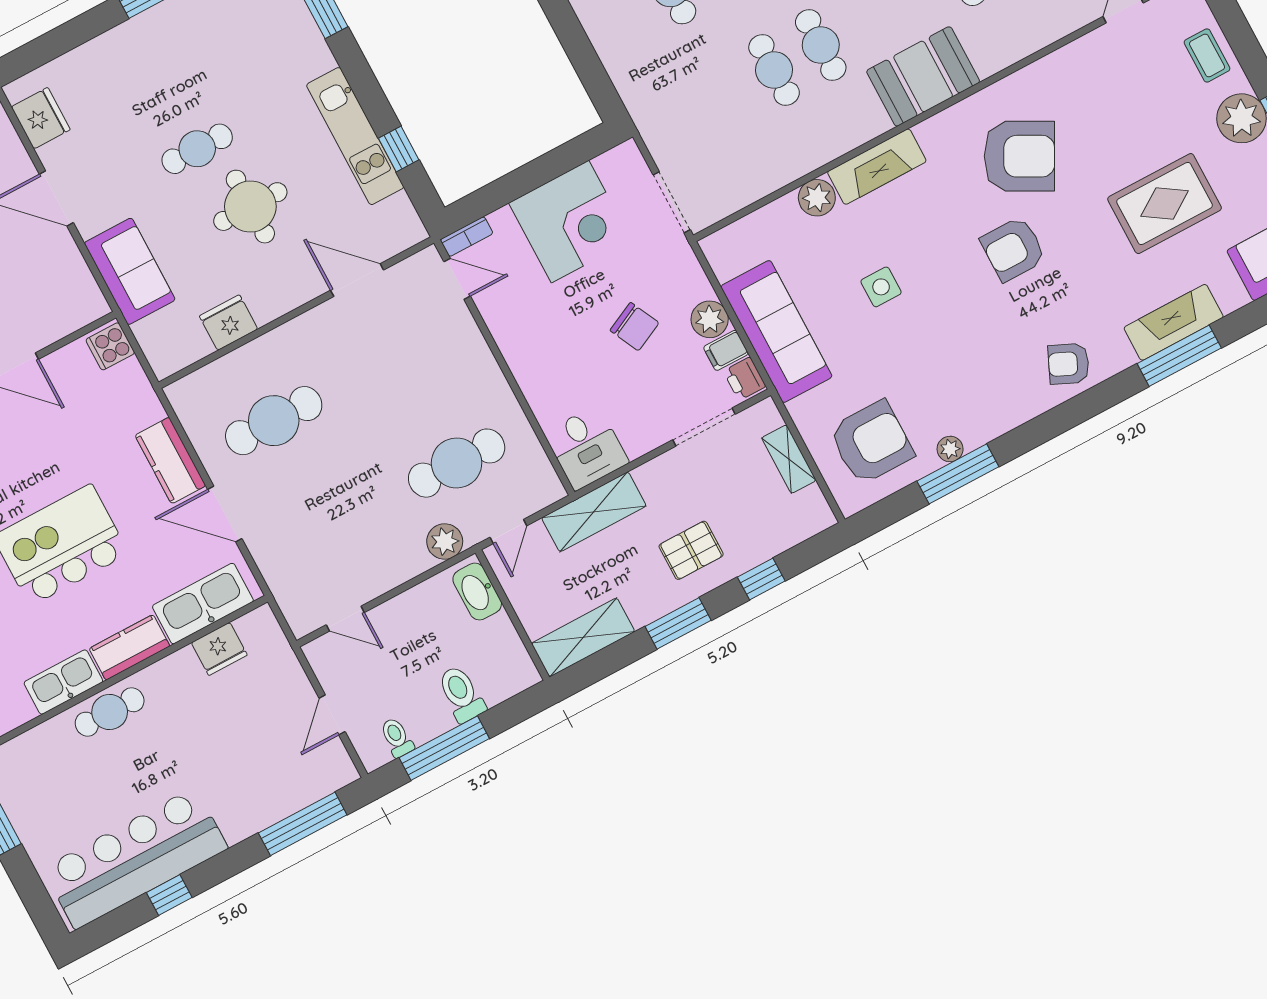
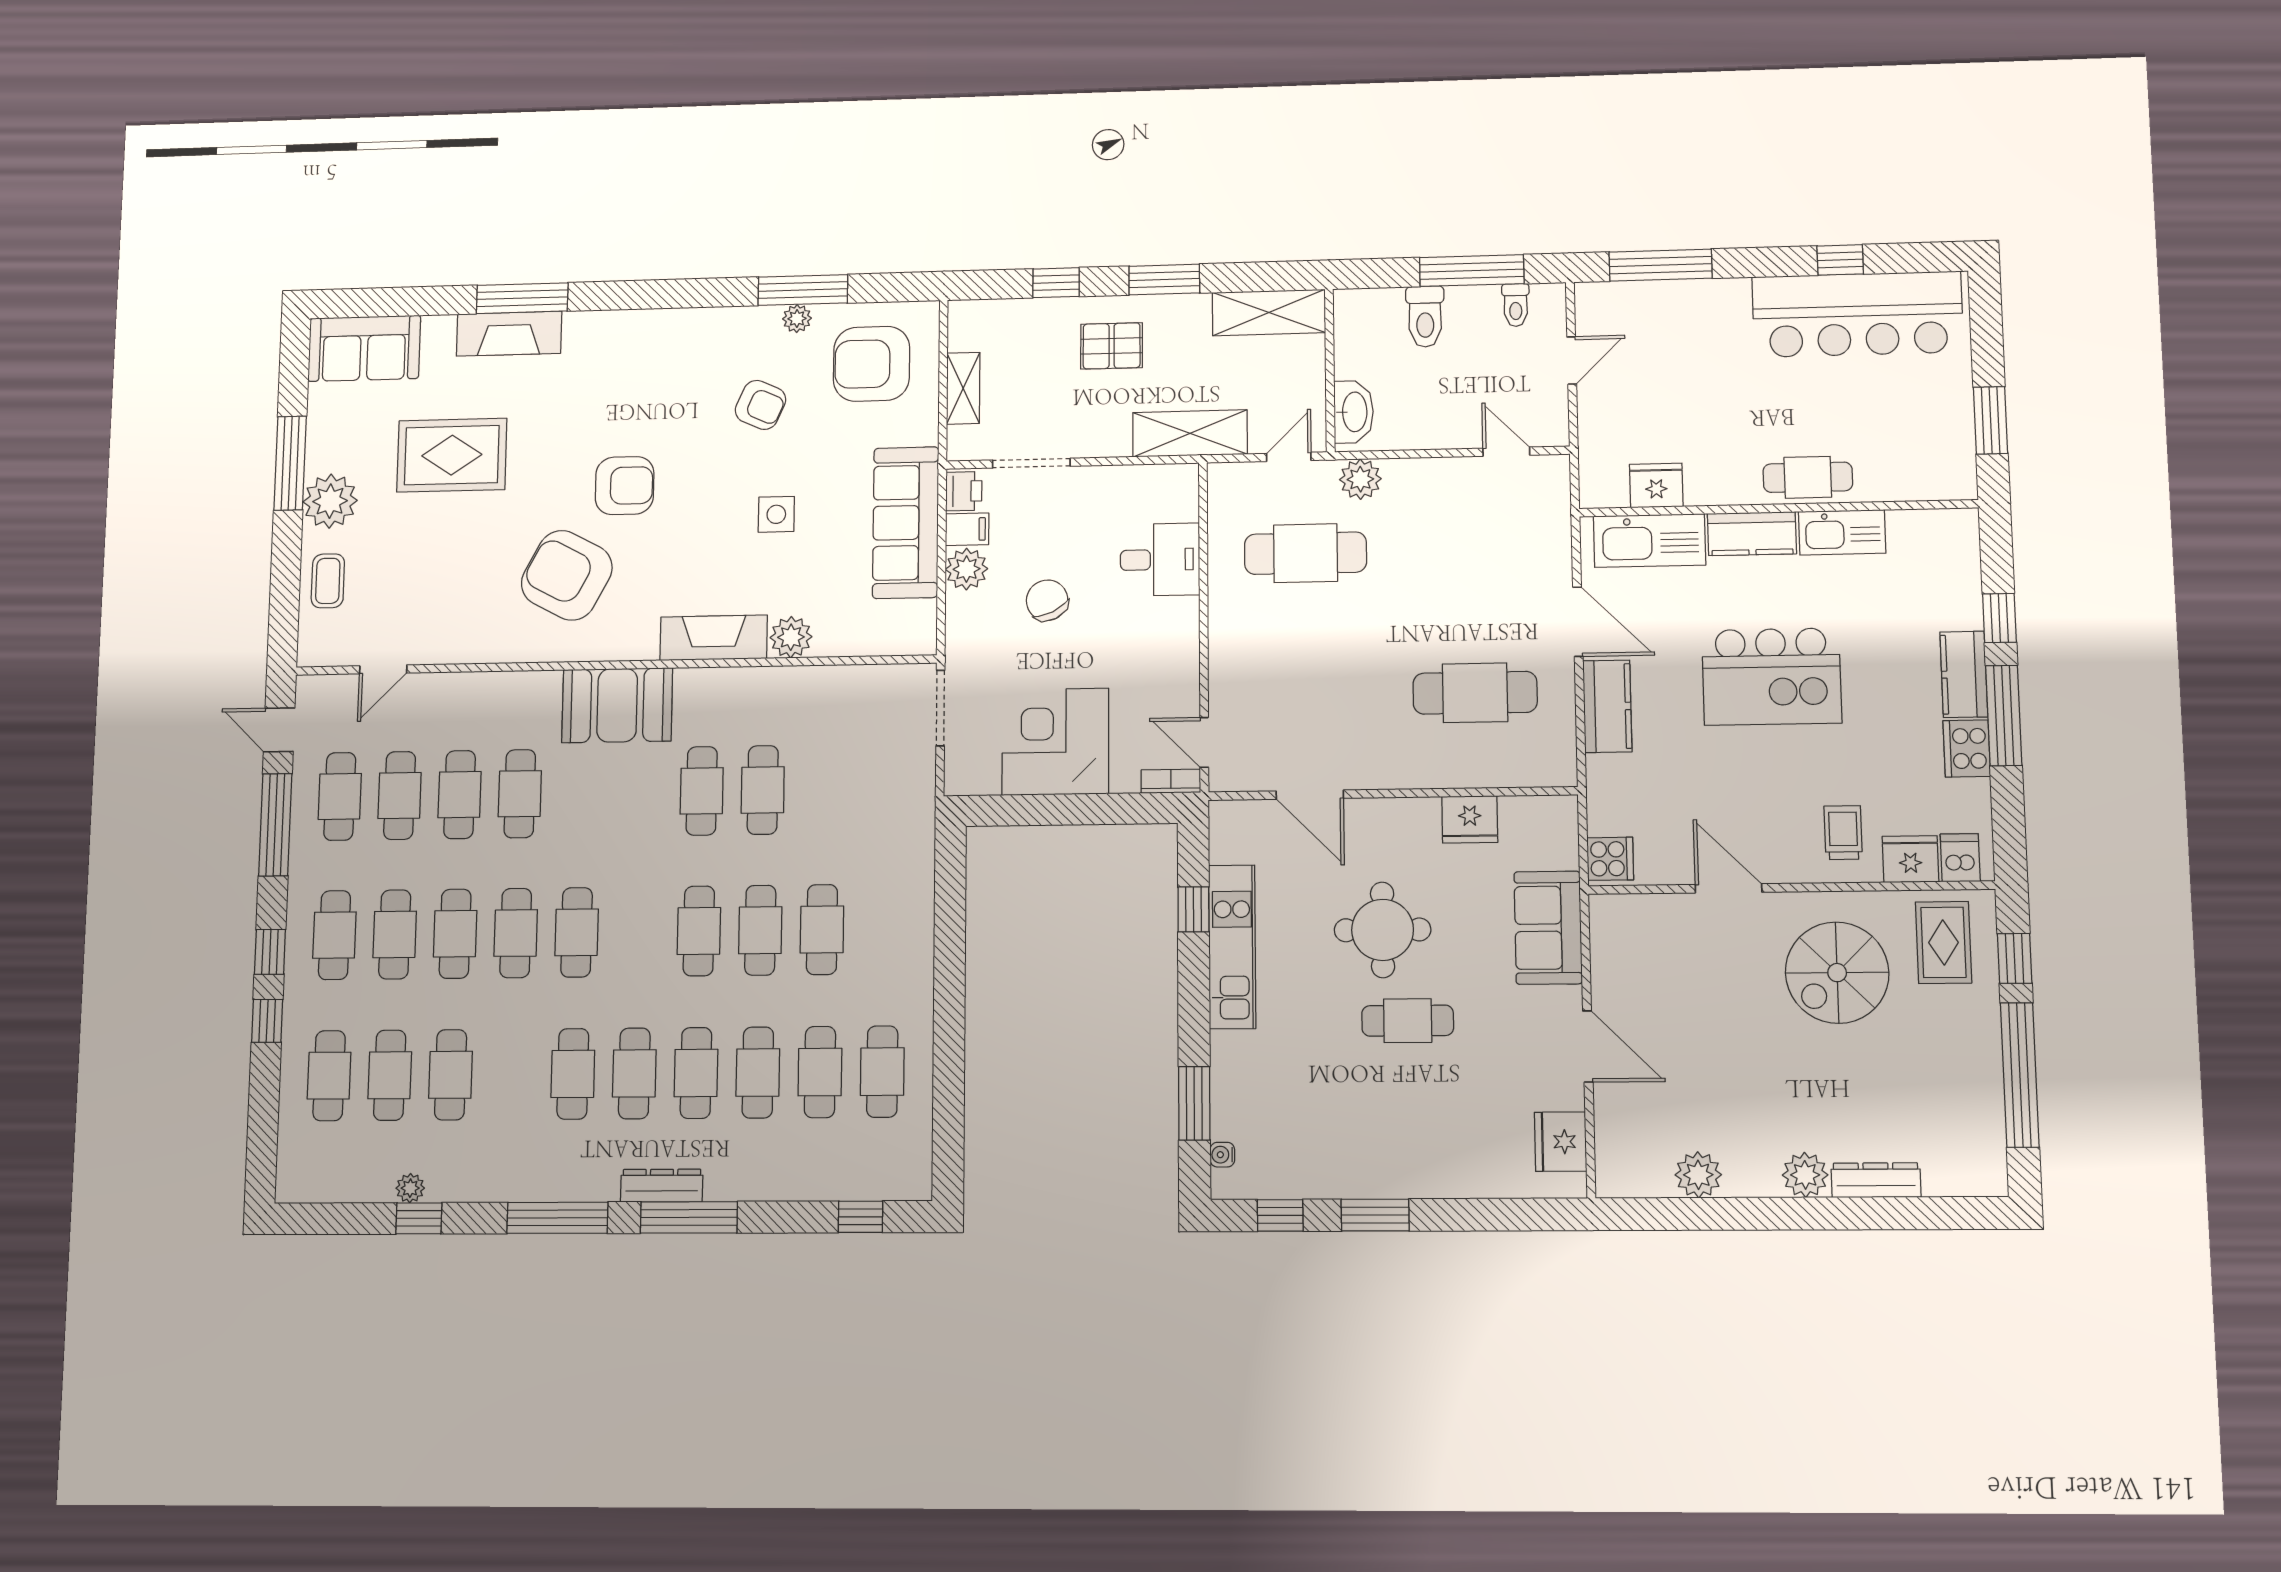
armchair: (1069, 364) -> (760, 405), moved
desk: (586, 448) -> (1160, 560), moved, turned 90

